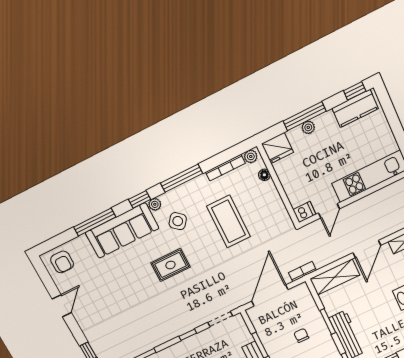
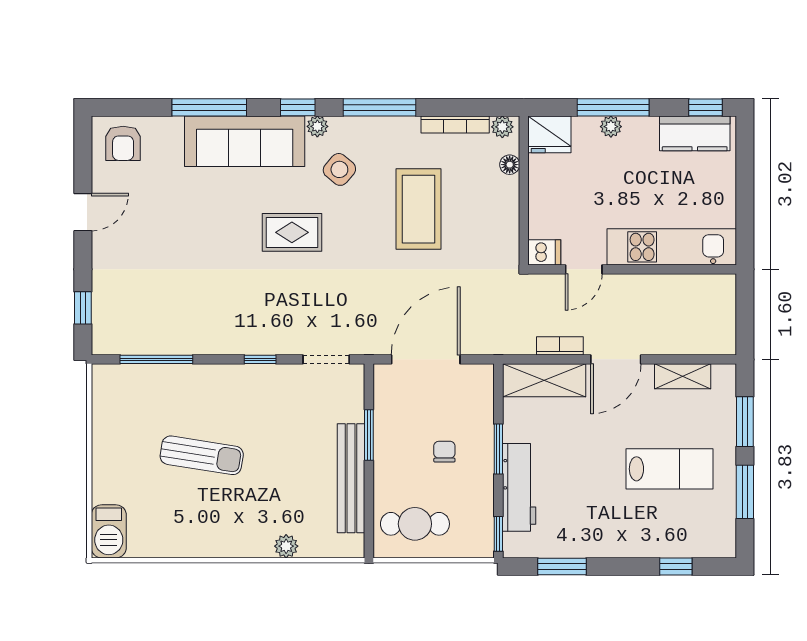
bookcase: (302, 272) -> (560, 346), moved

